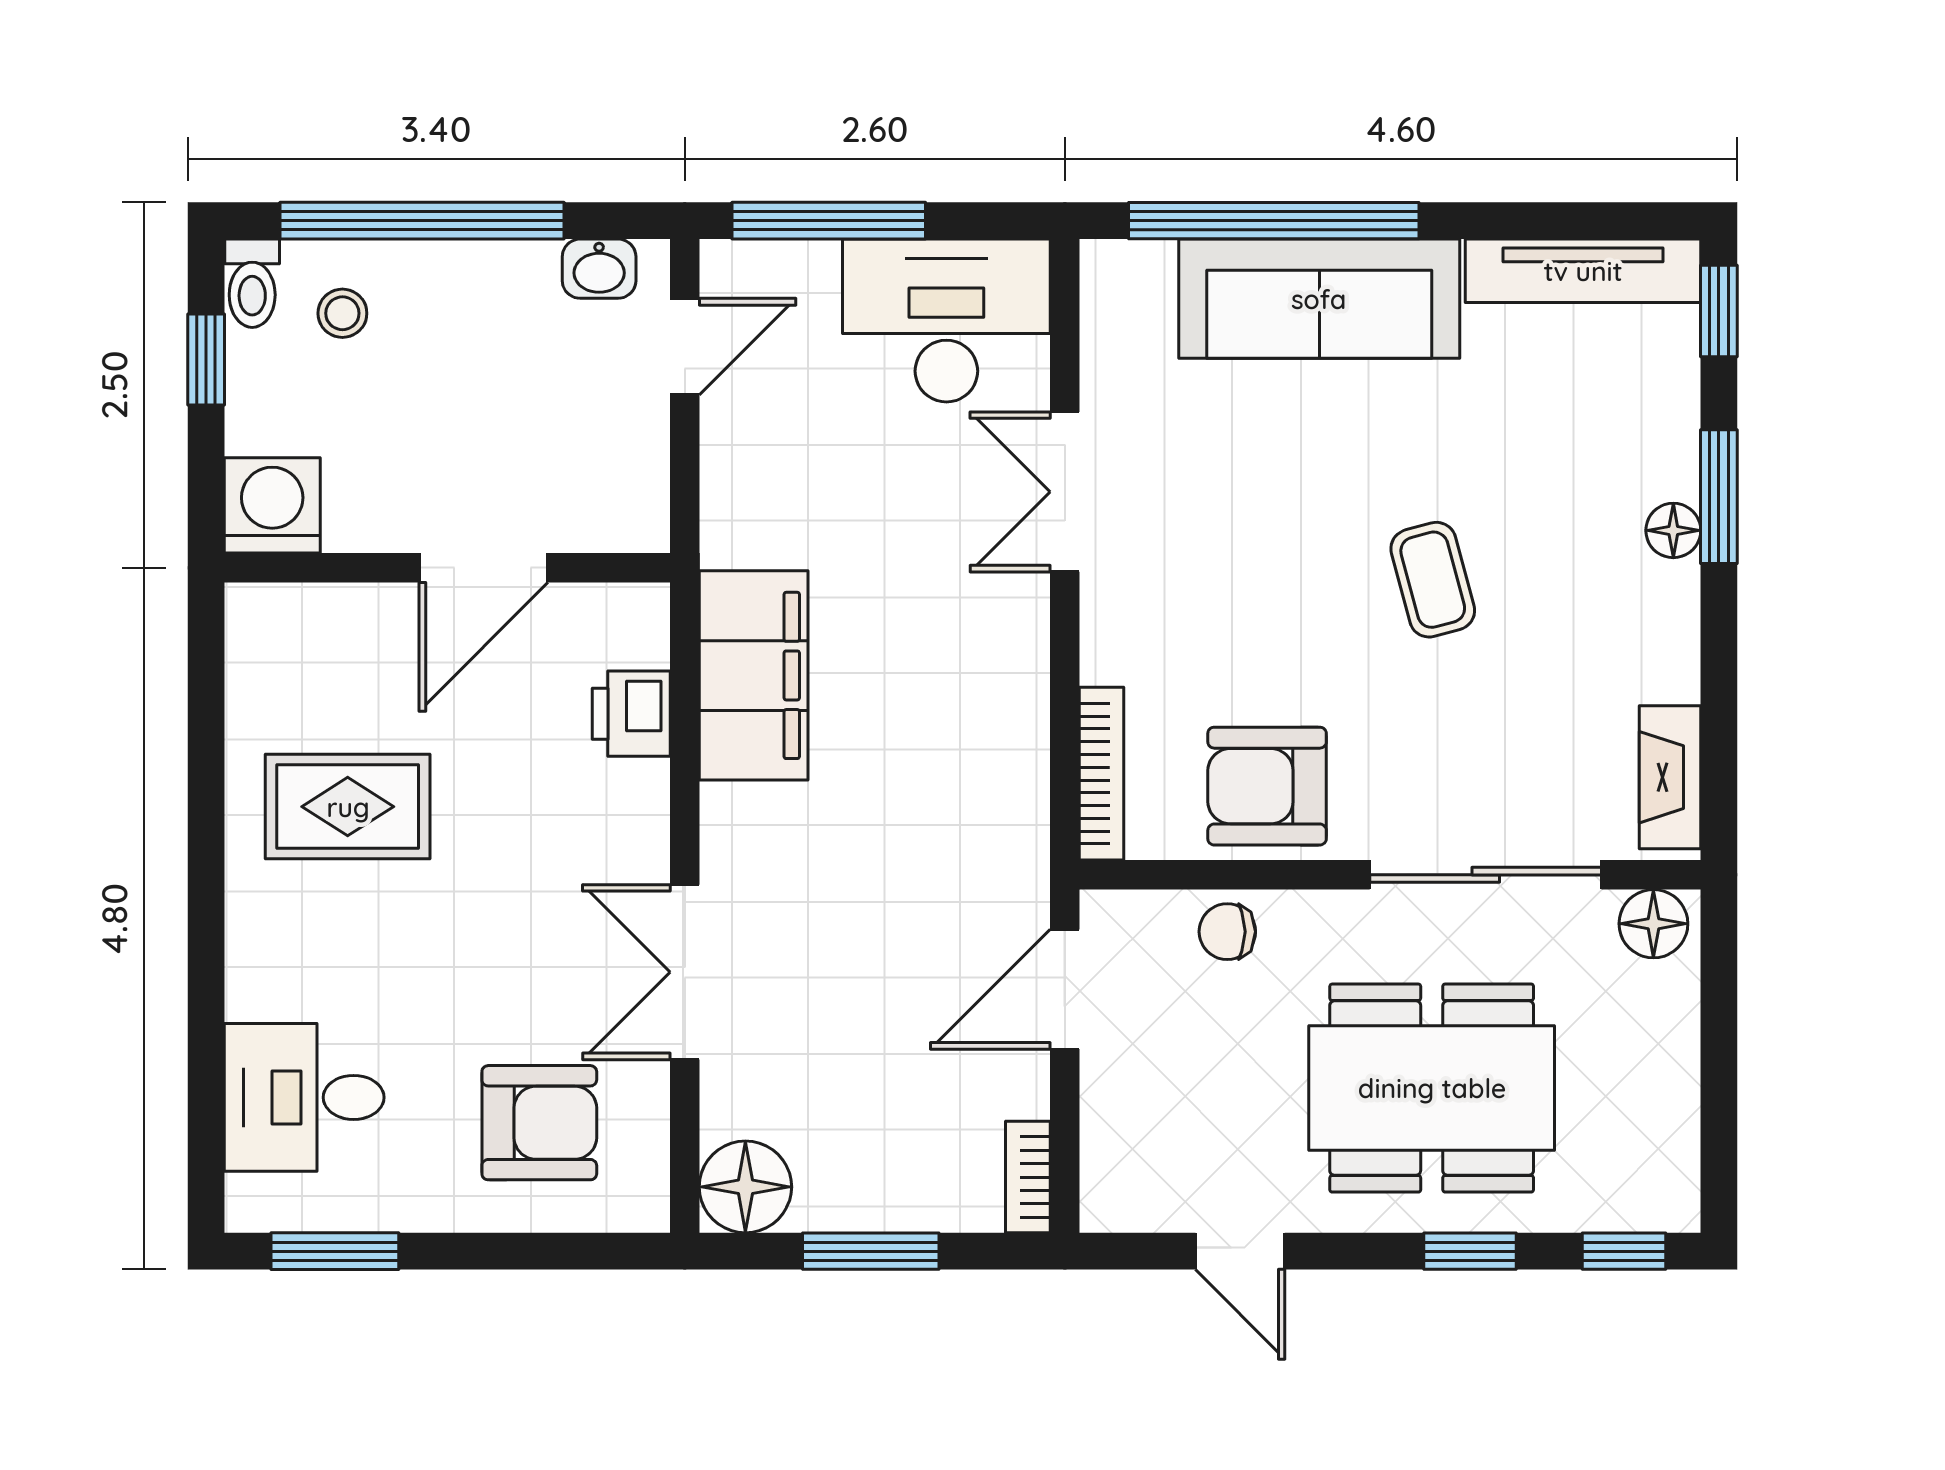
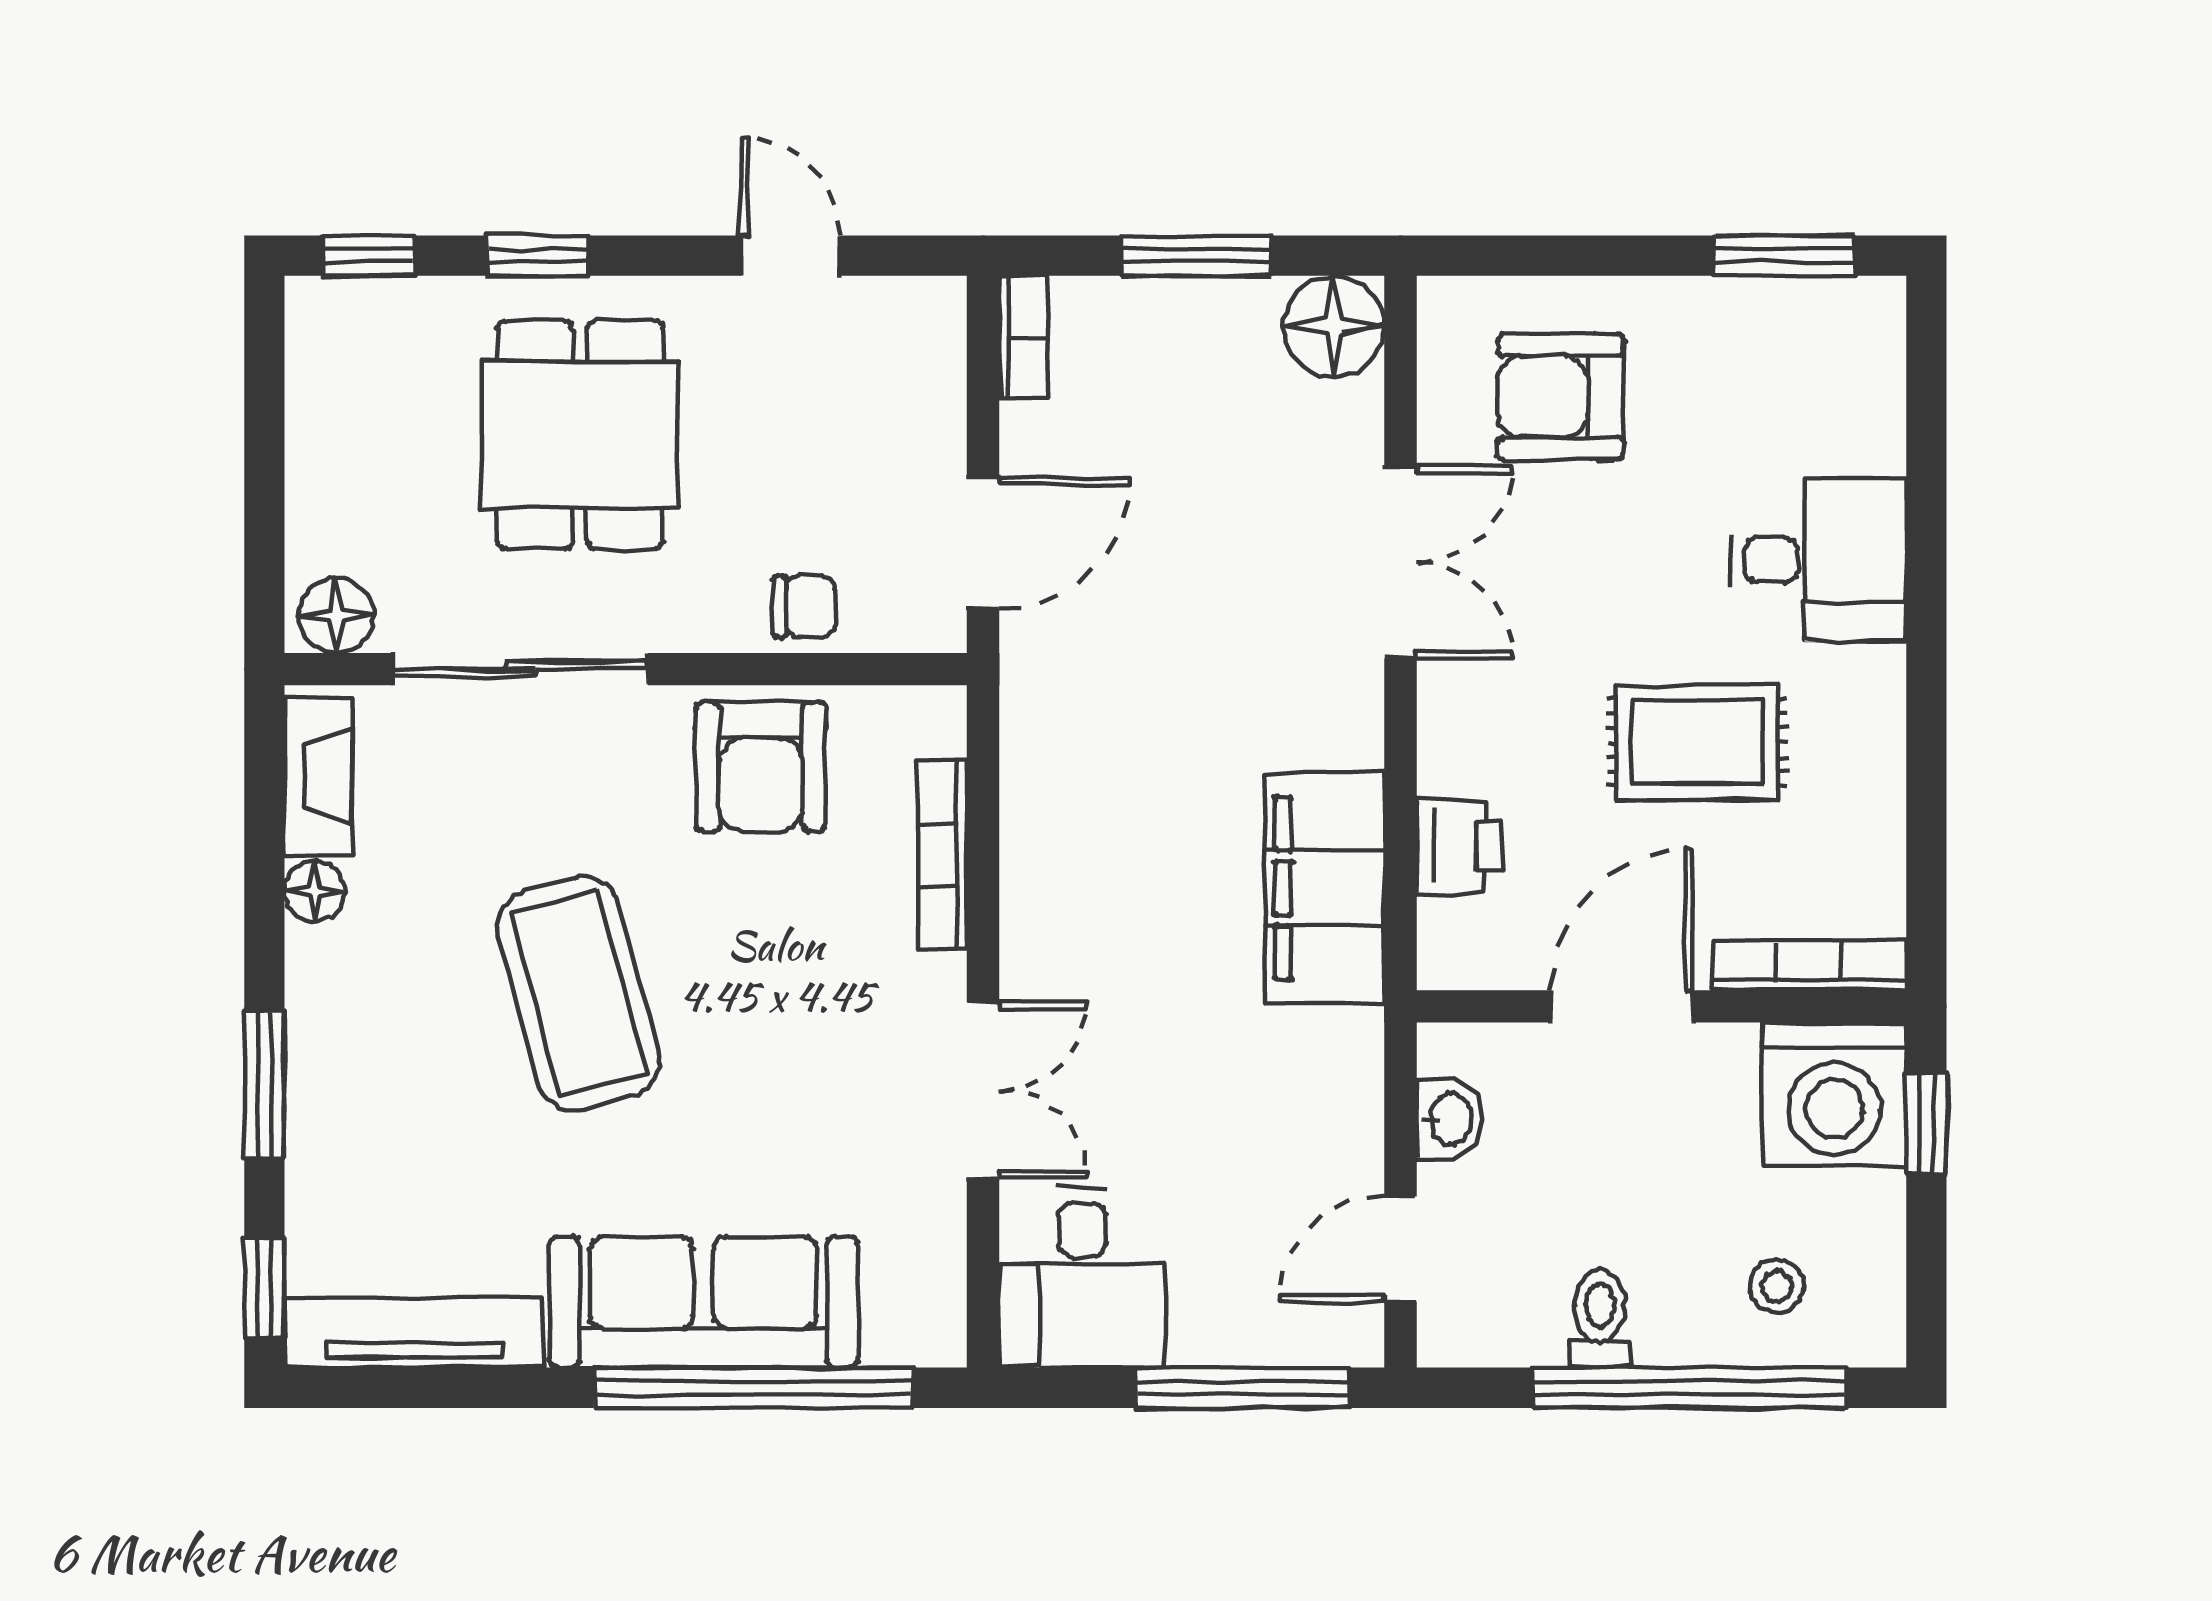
washbasin: (599, 269) -> (1449, 1119), moved, turned 90
toilet: (252, 283) -> (1600, 1319), moved
desk: (946, 321) -> (1082, 1278), width x0.73
window: (206, 360) -> (1926, 1124), moved
washing machine: (272, 505) -> (1834, 1094), width x1.37, depth x1.37
floor lamp: (1673, 530) -> (314, 892), moved
coffee table: (1433, 580) -> (579, 993), width x1.86, depth x1.72
bookcase: (312, 605) -> (1810, 965), added
bookcase: (1102, 774) -> (943, 855), moved
armchair: (1267, 786) -> (761, 767), turned 90
rug: (348, 807) -> (1697, 742), moved
dining table: (1432, 1088) -> (580, 435), width x0.73
desk: (304, 1097) -> (1819, 560), moved

